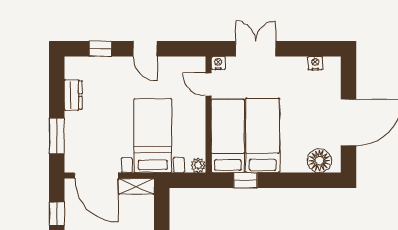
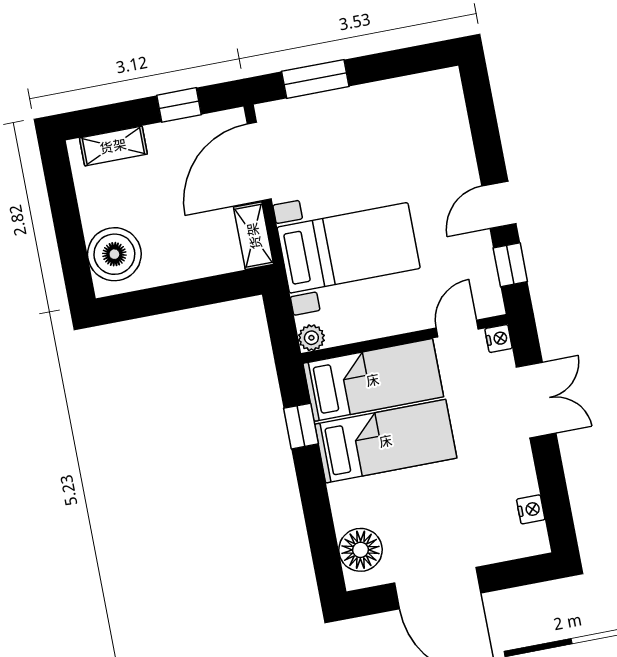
window: (100, 49) -> (510, 265), moved
dresser: (73, 95) -> (393, 94), removed

